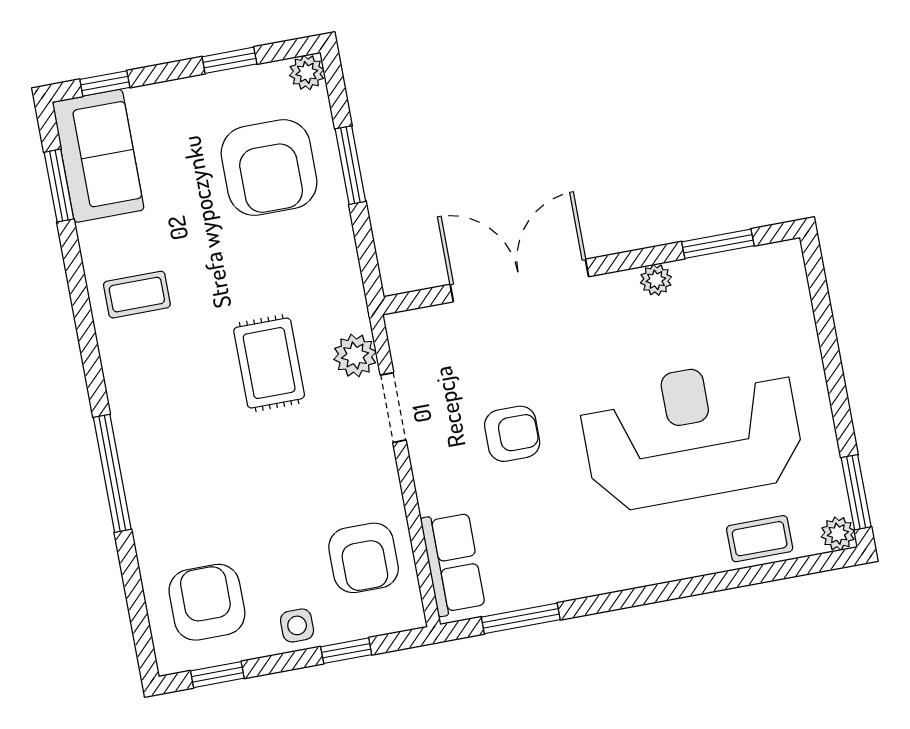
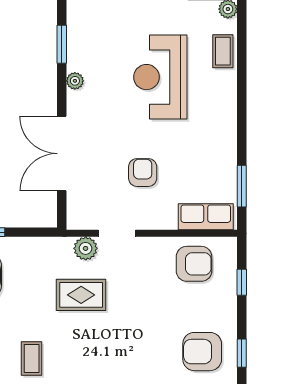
reception desk: (692, 434) -> (160, 77), width x0.74, depth x0.77
side table: (297, 625) -> (223, 306), removed

